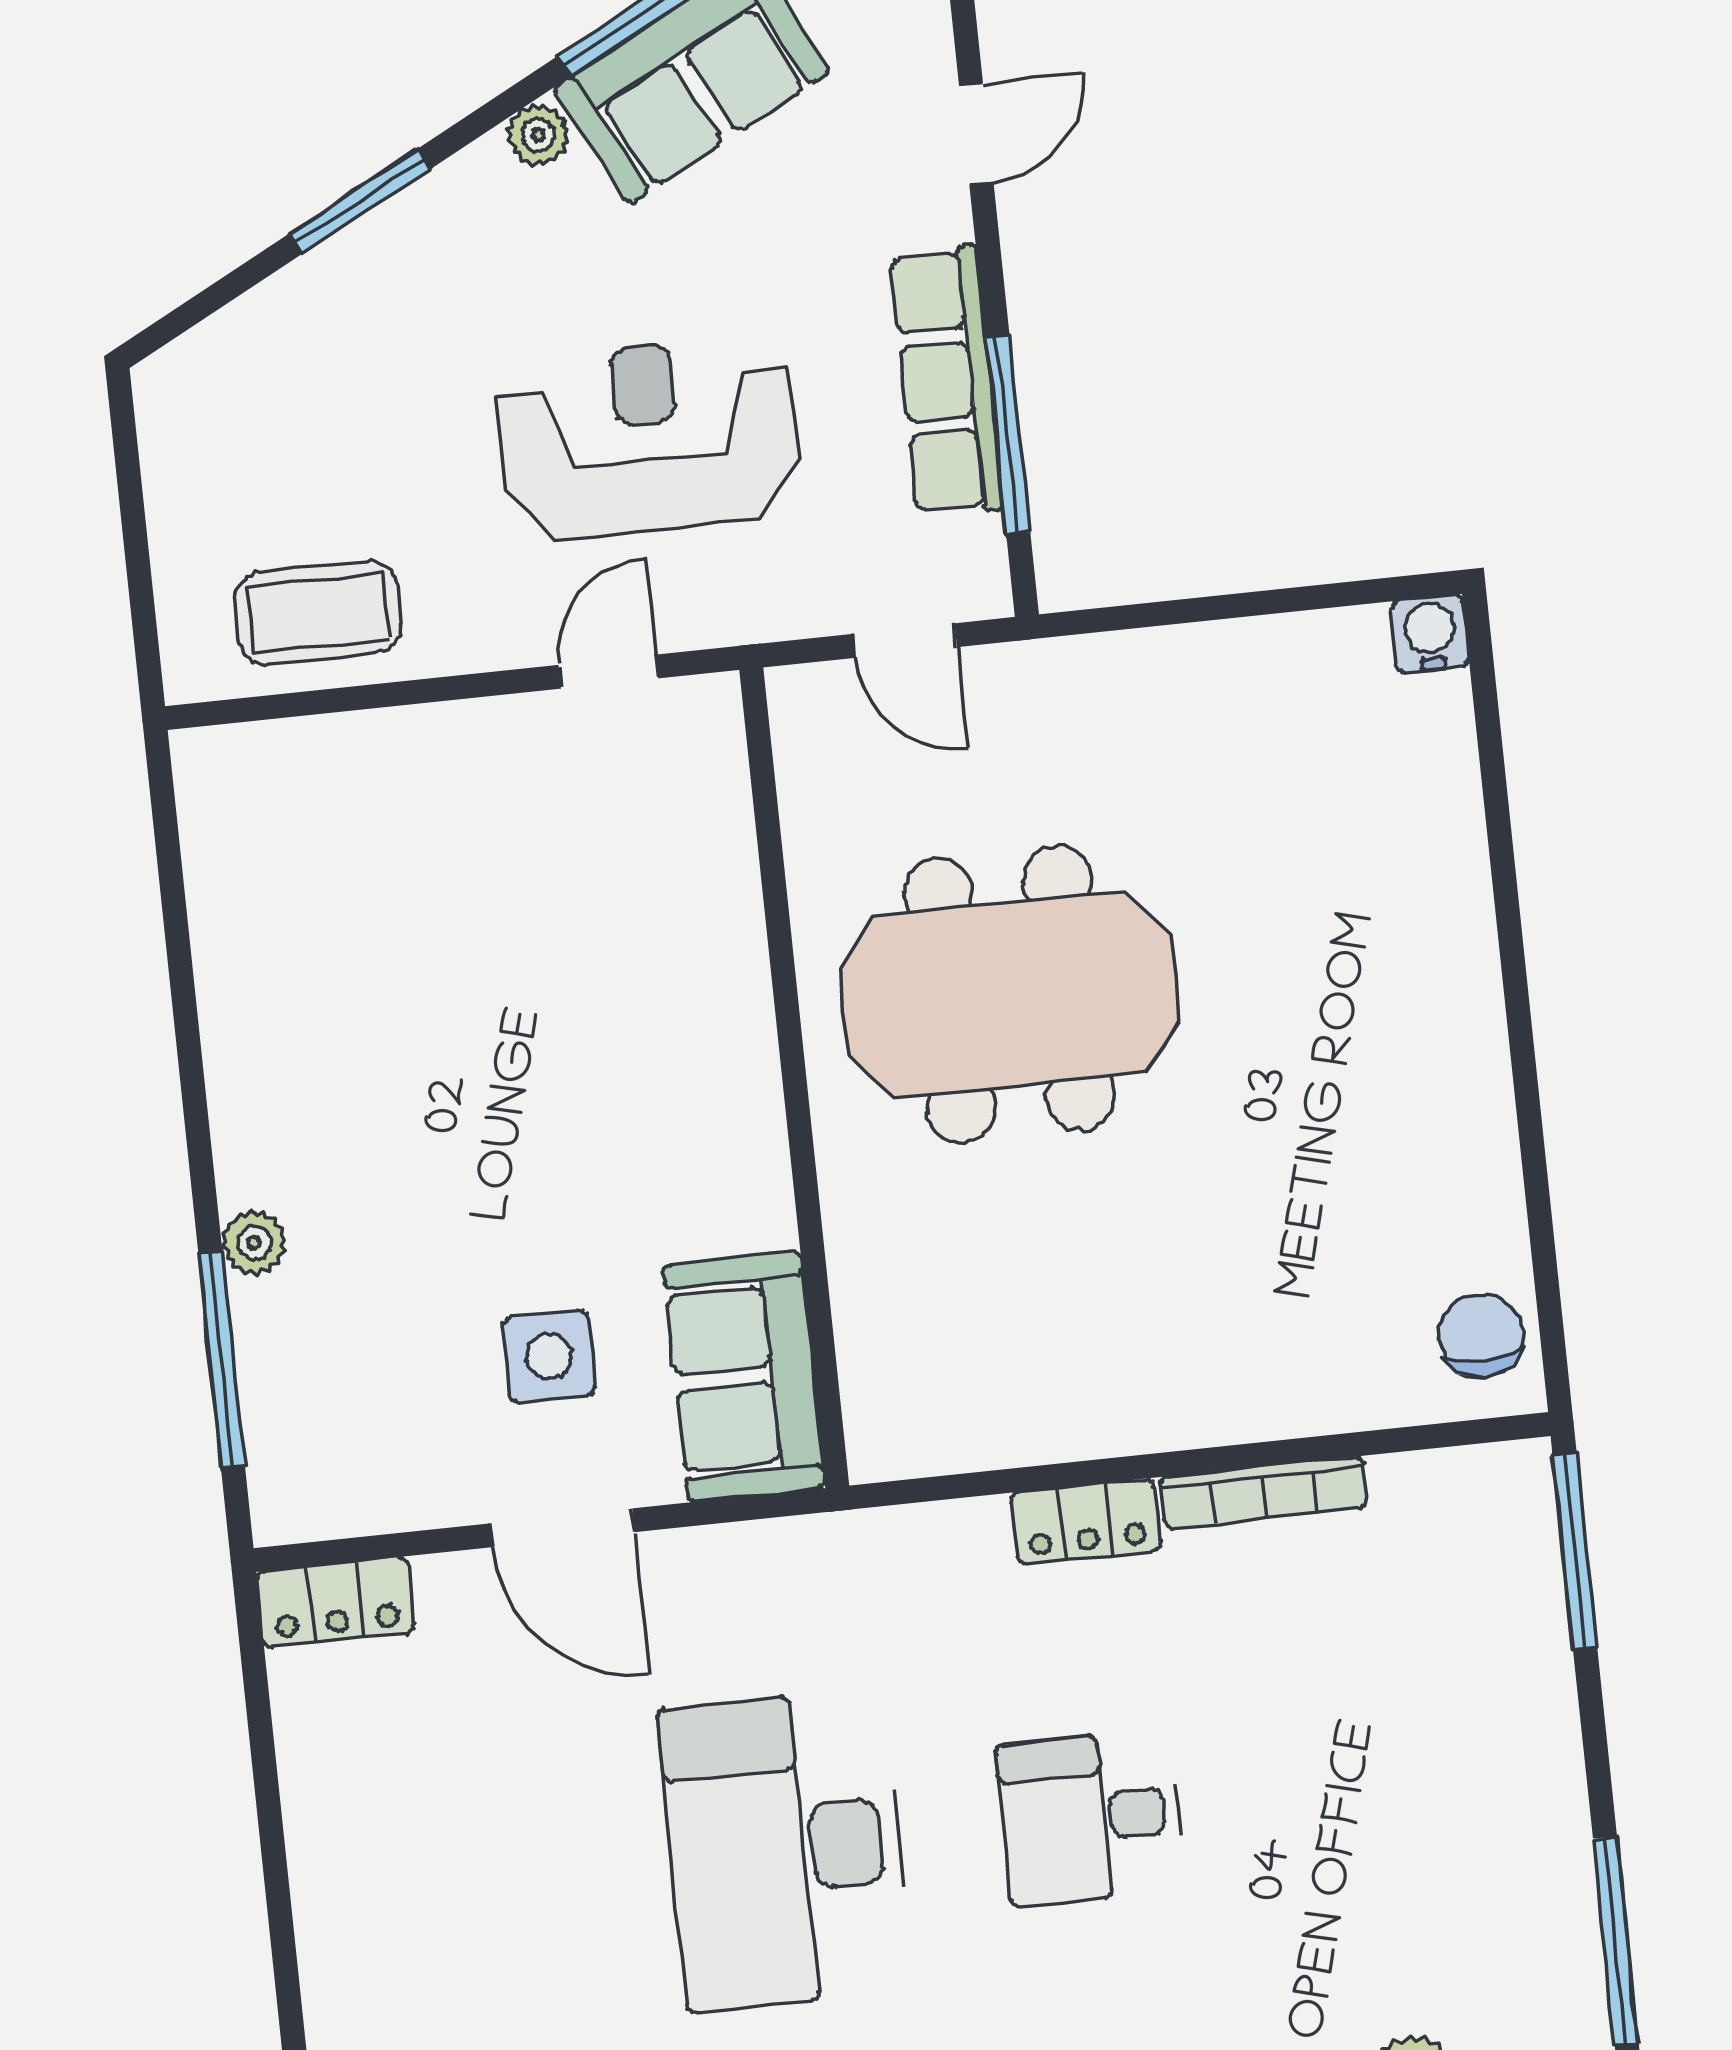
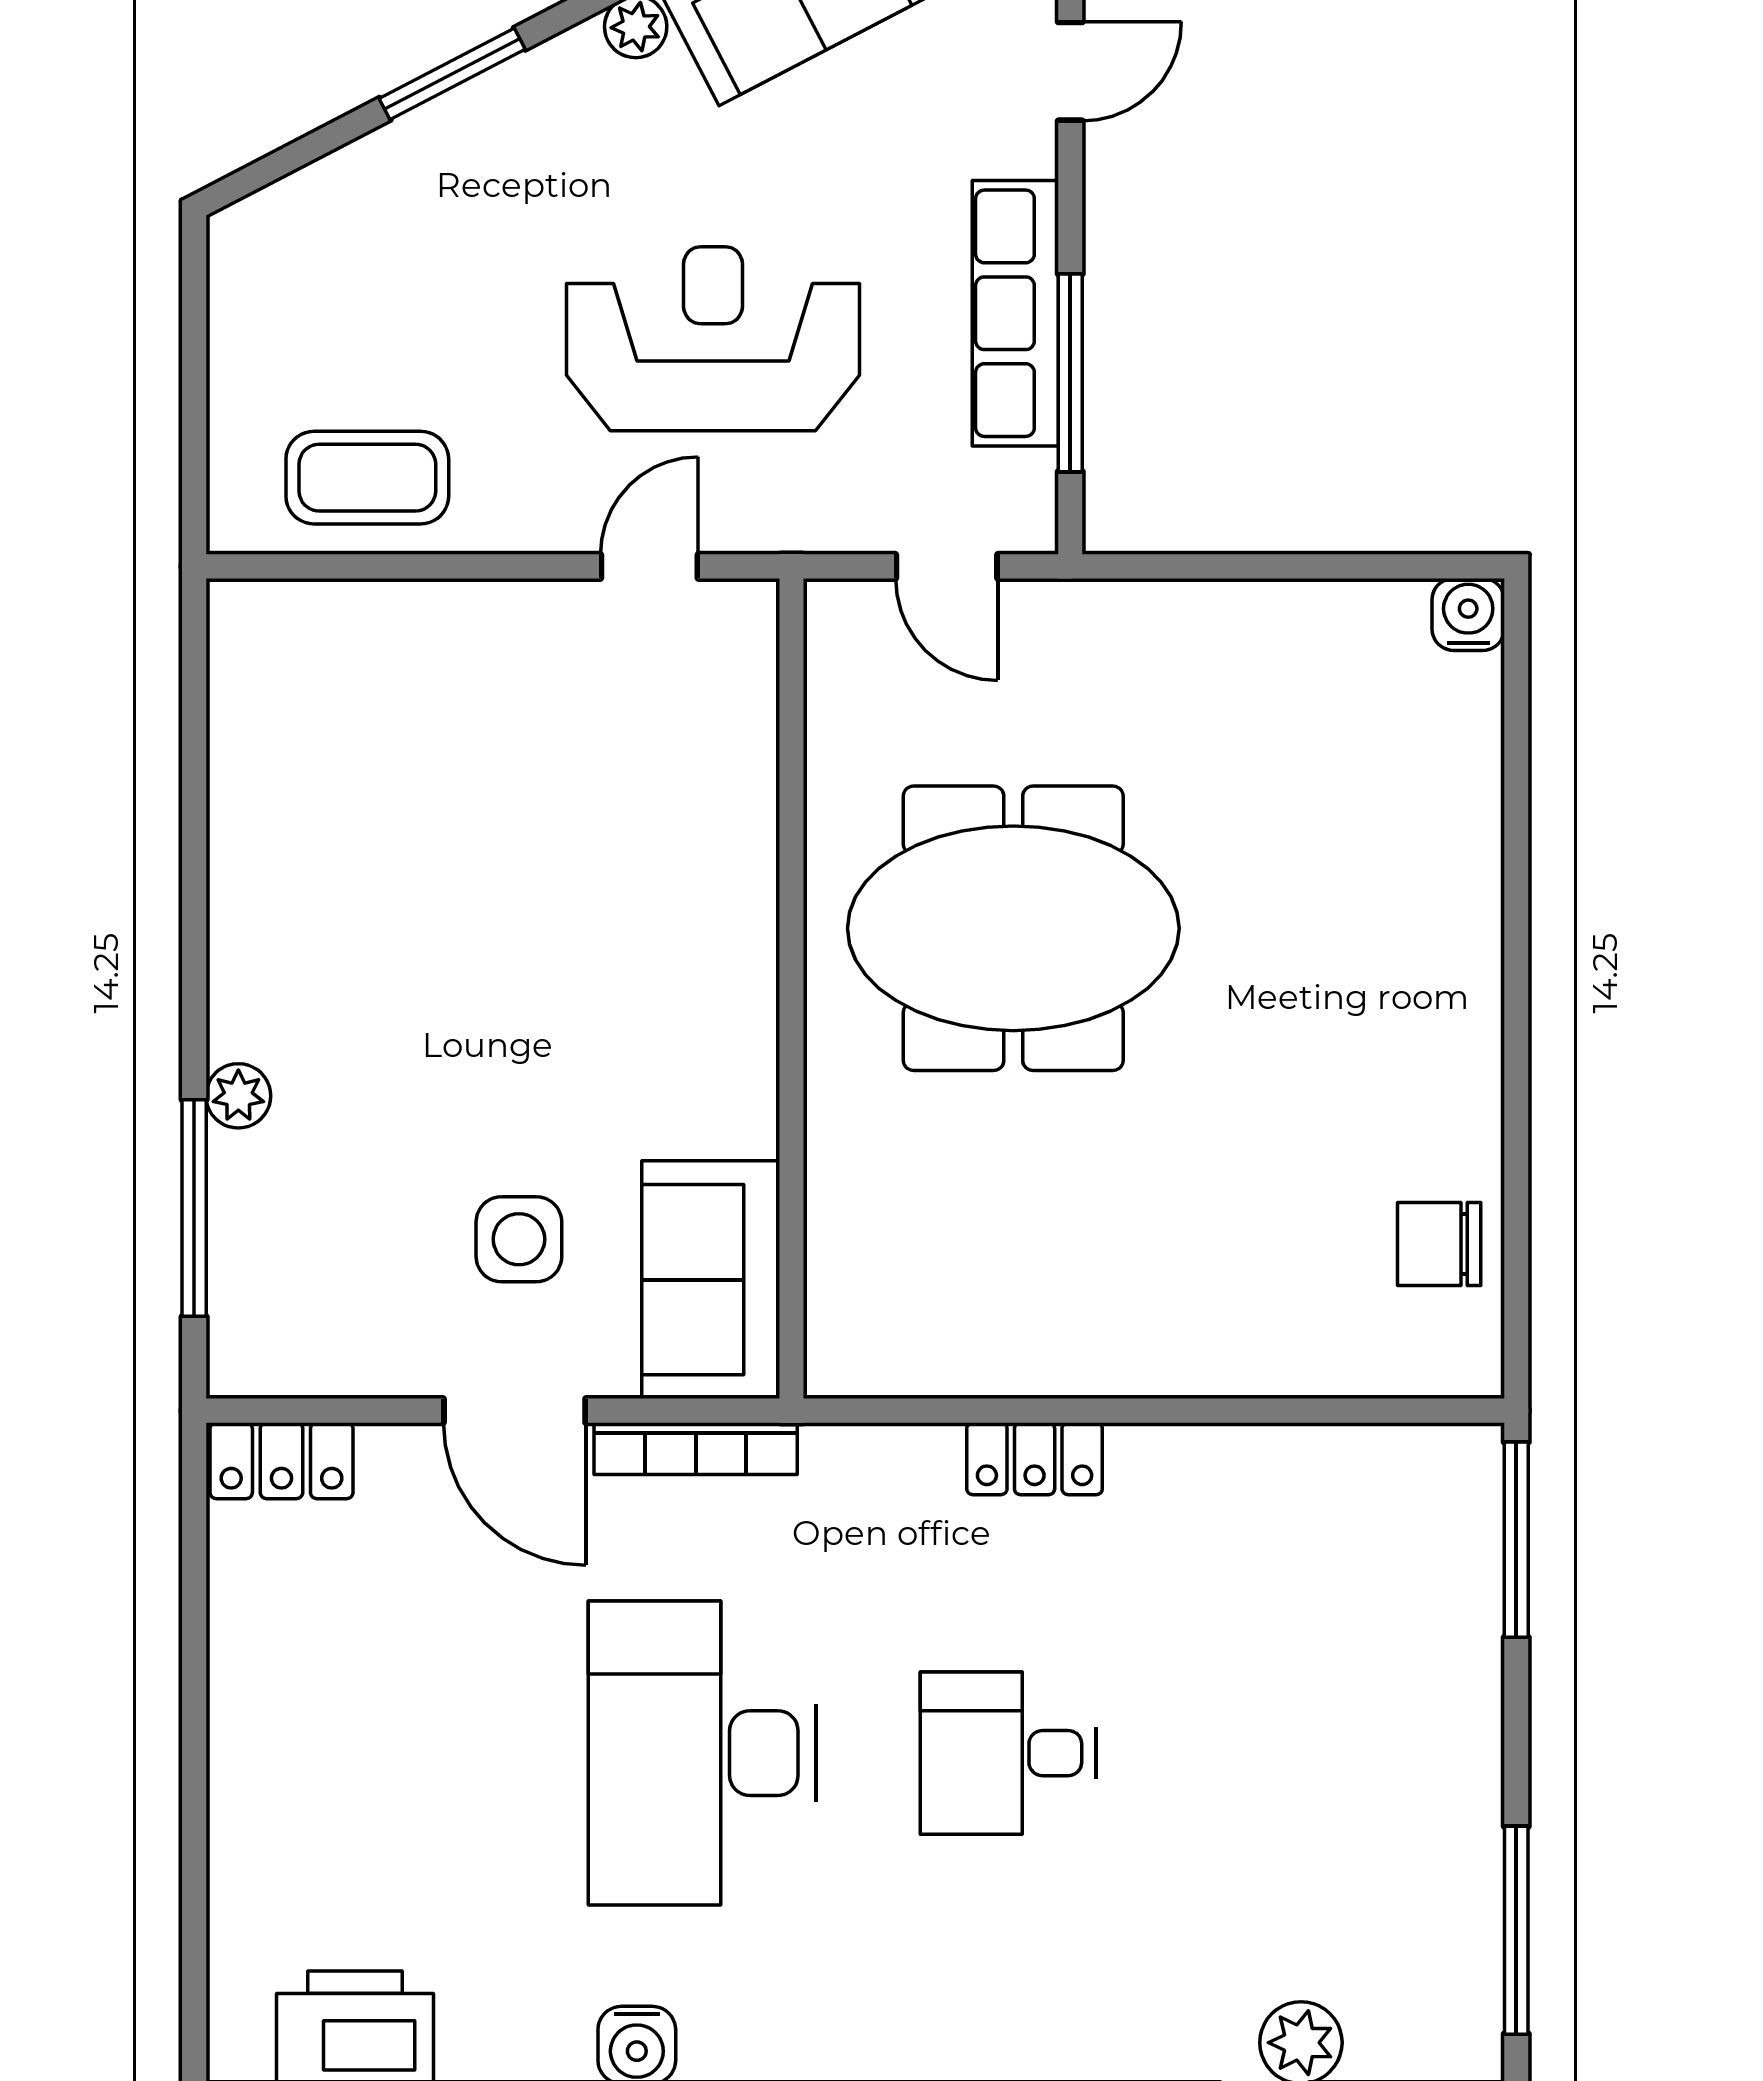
chair: (1481, 1336) -> (1439, 1244), moved, turned -89
bookcase: (1264, 1492) -> (696, 1449), moved

